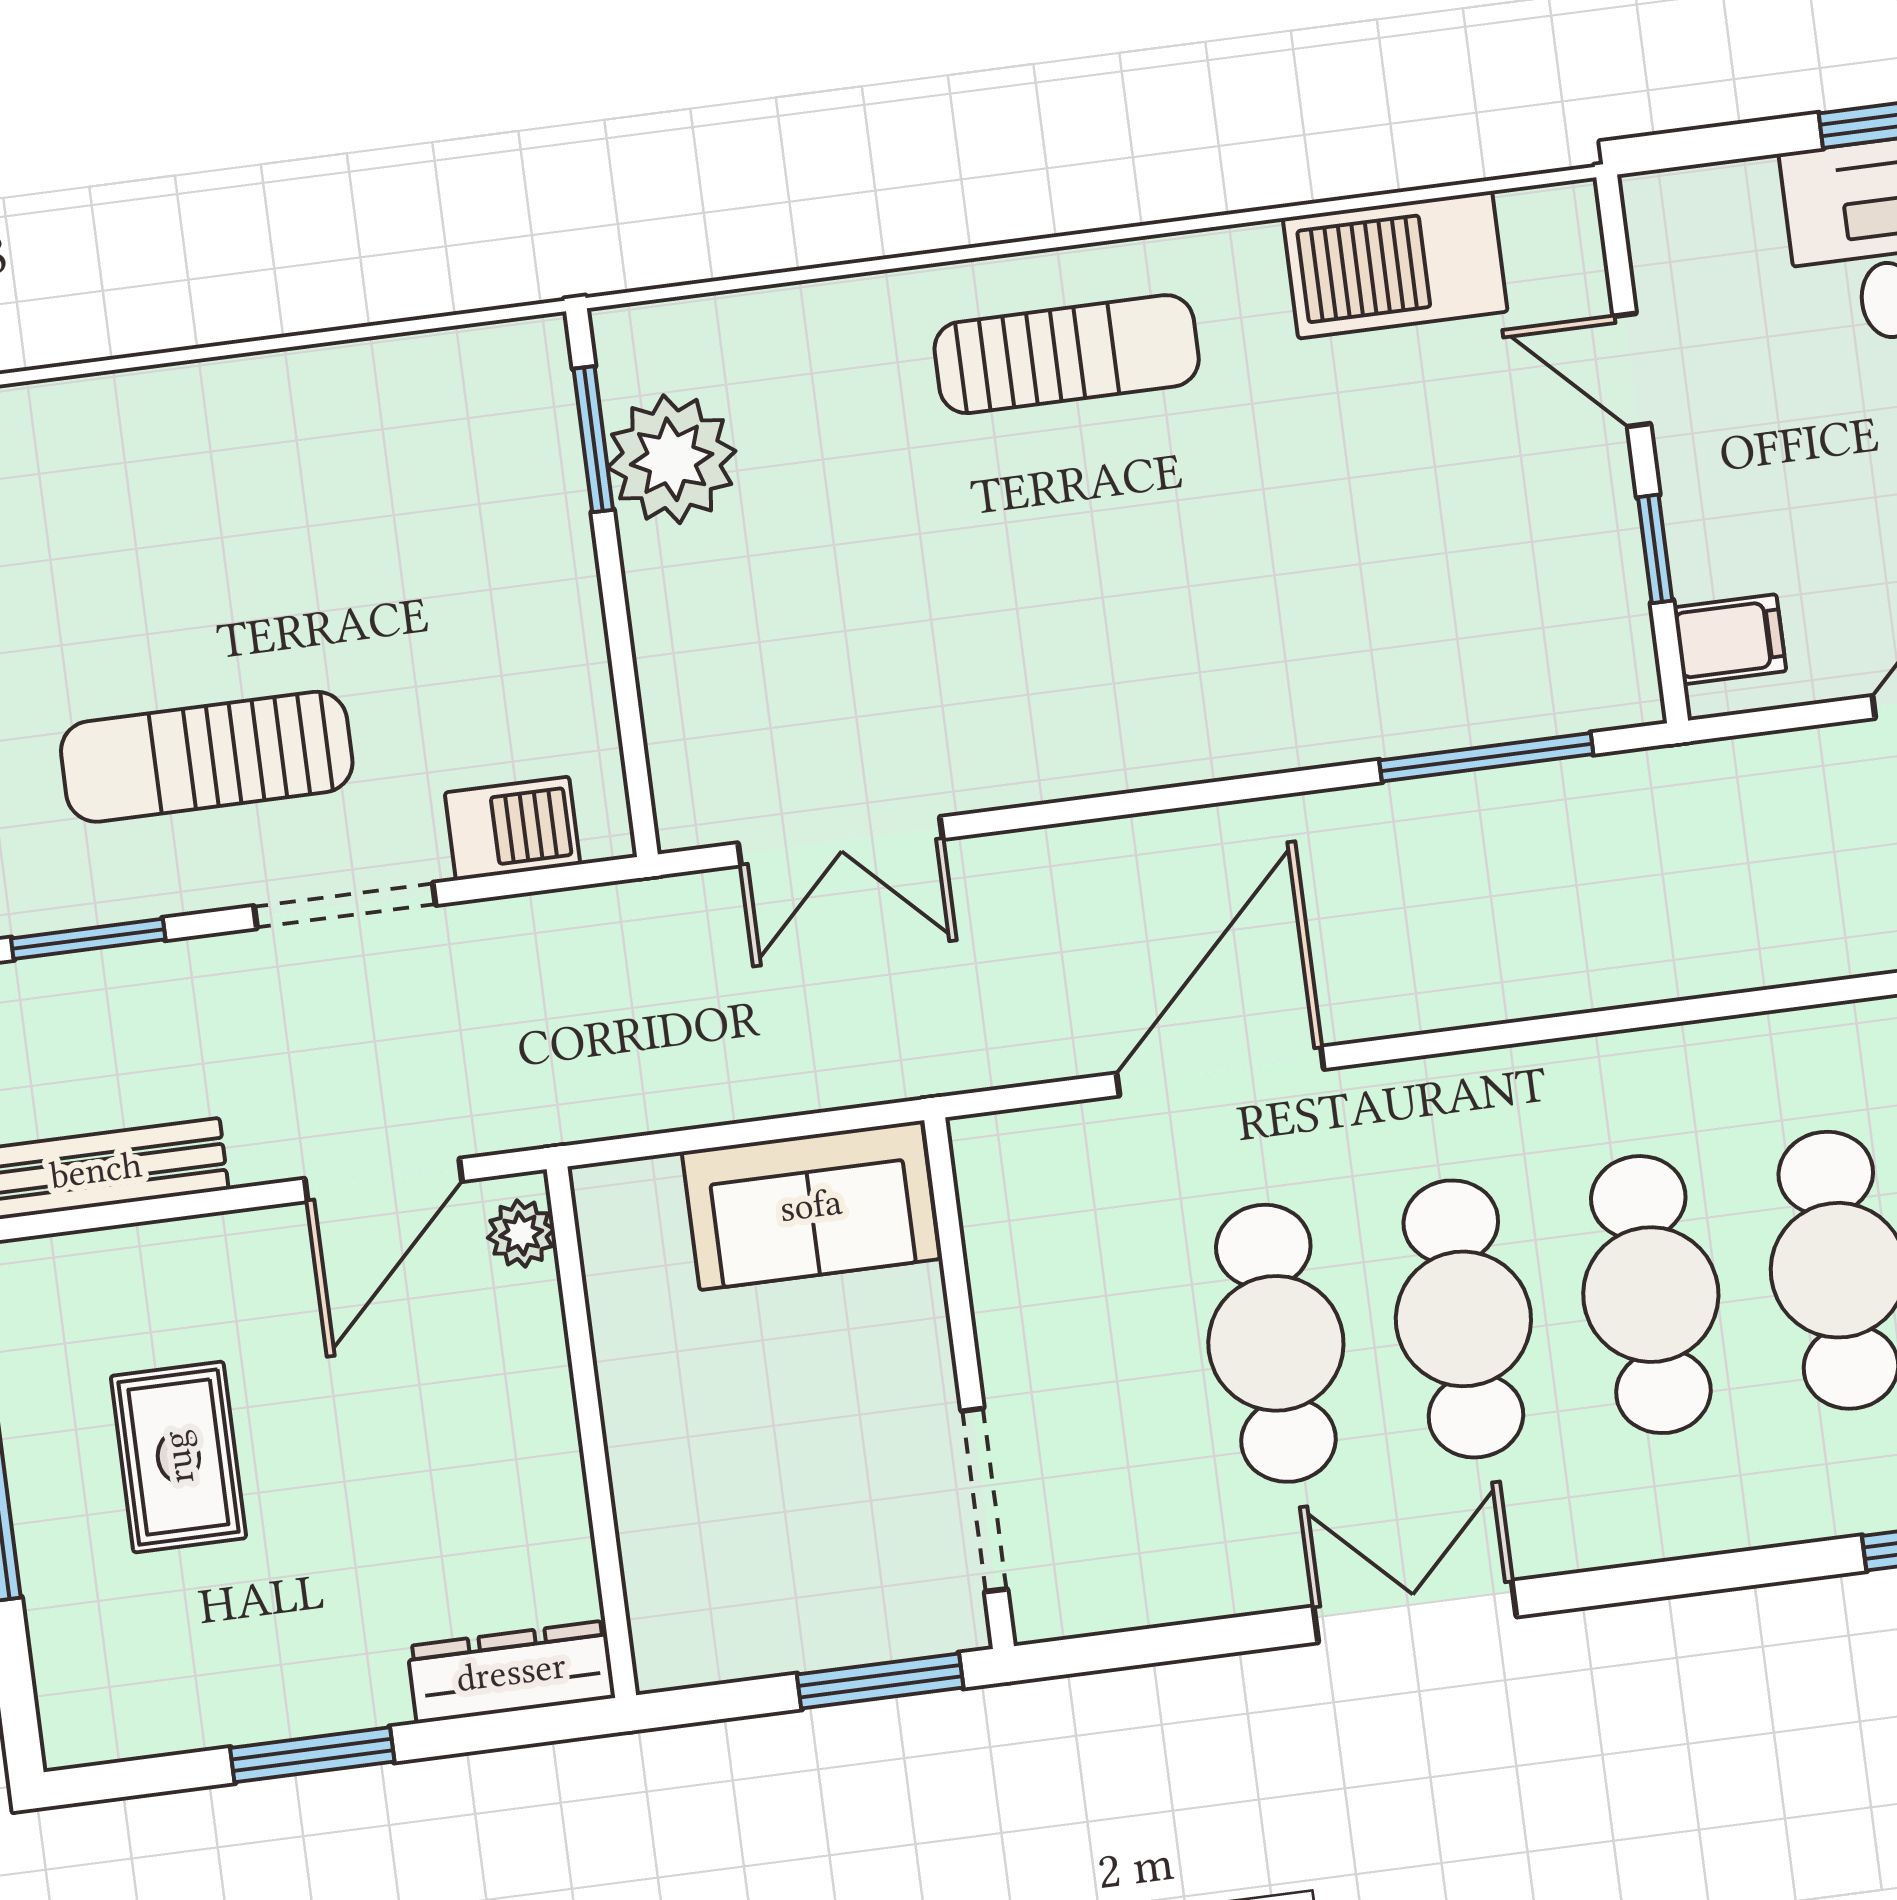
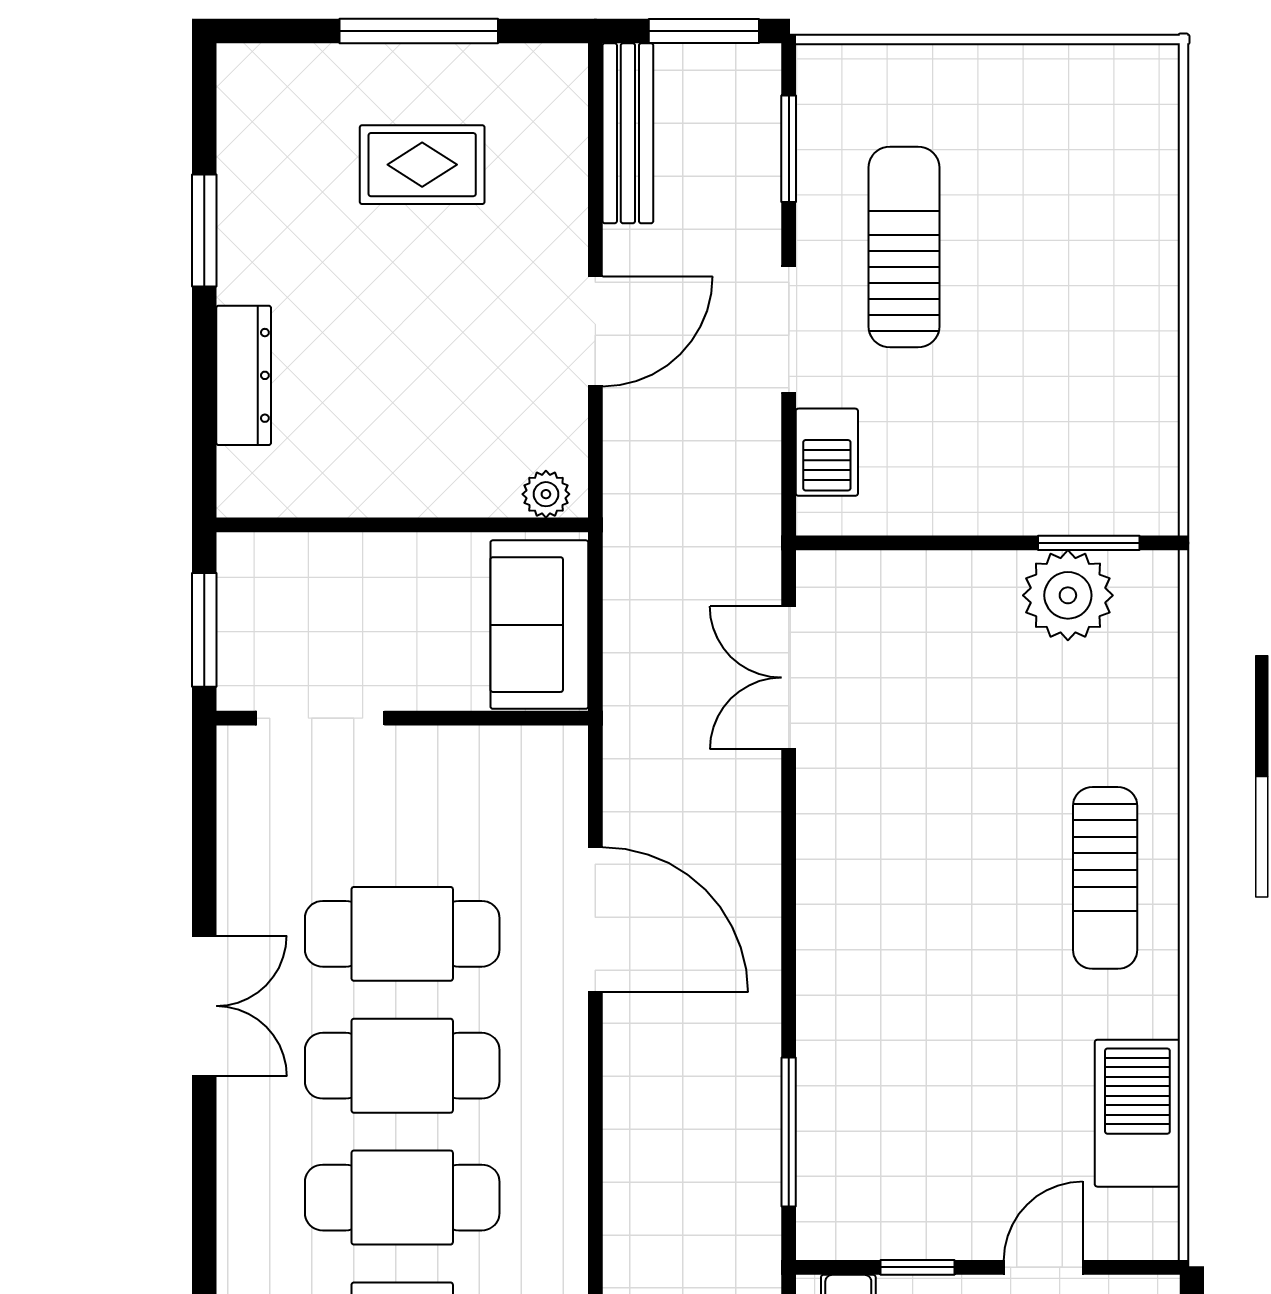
door: (383, 1180) -> (595, 331), swing flipped
plant: (521, 1233) -> (546, 494), moved
wall: (591, 1432) -> (402, 525), moved

